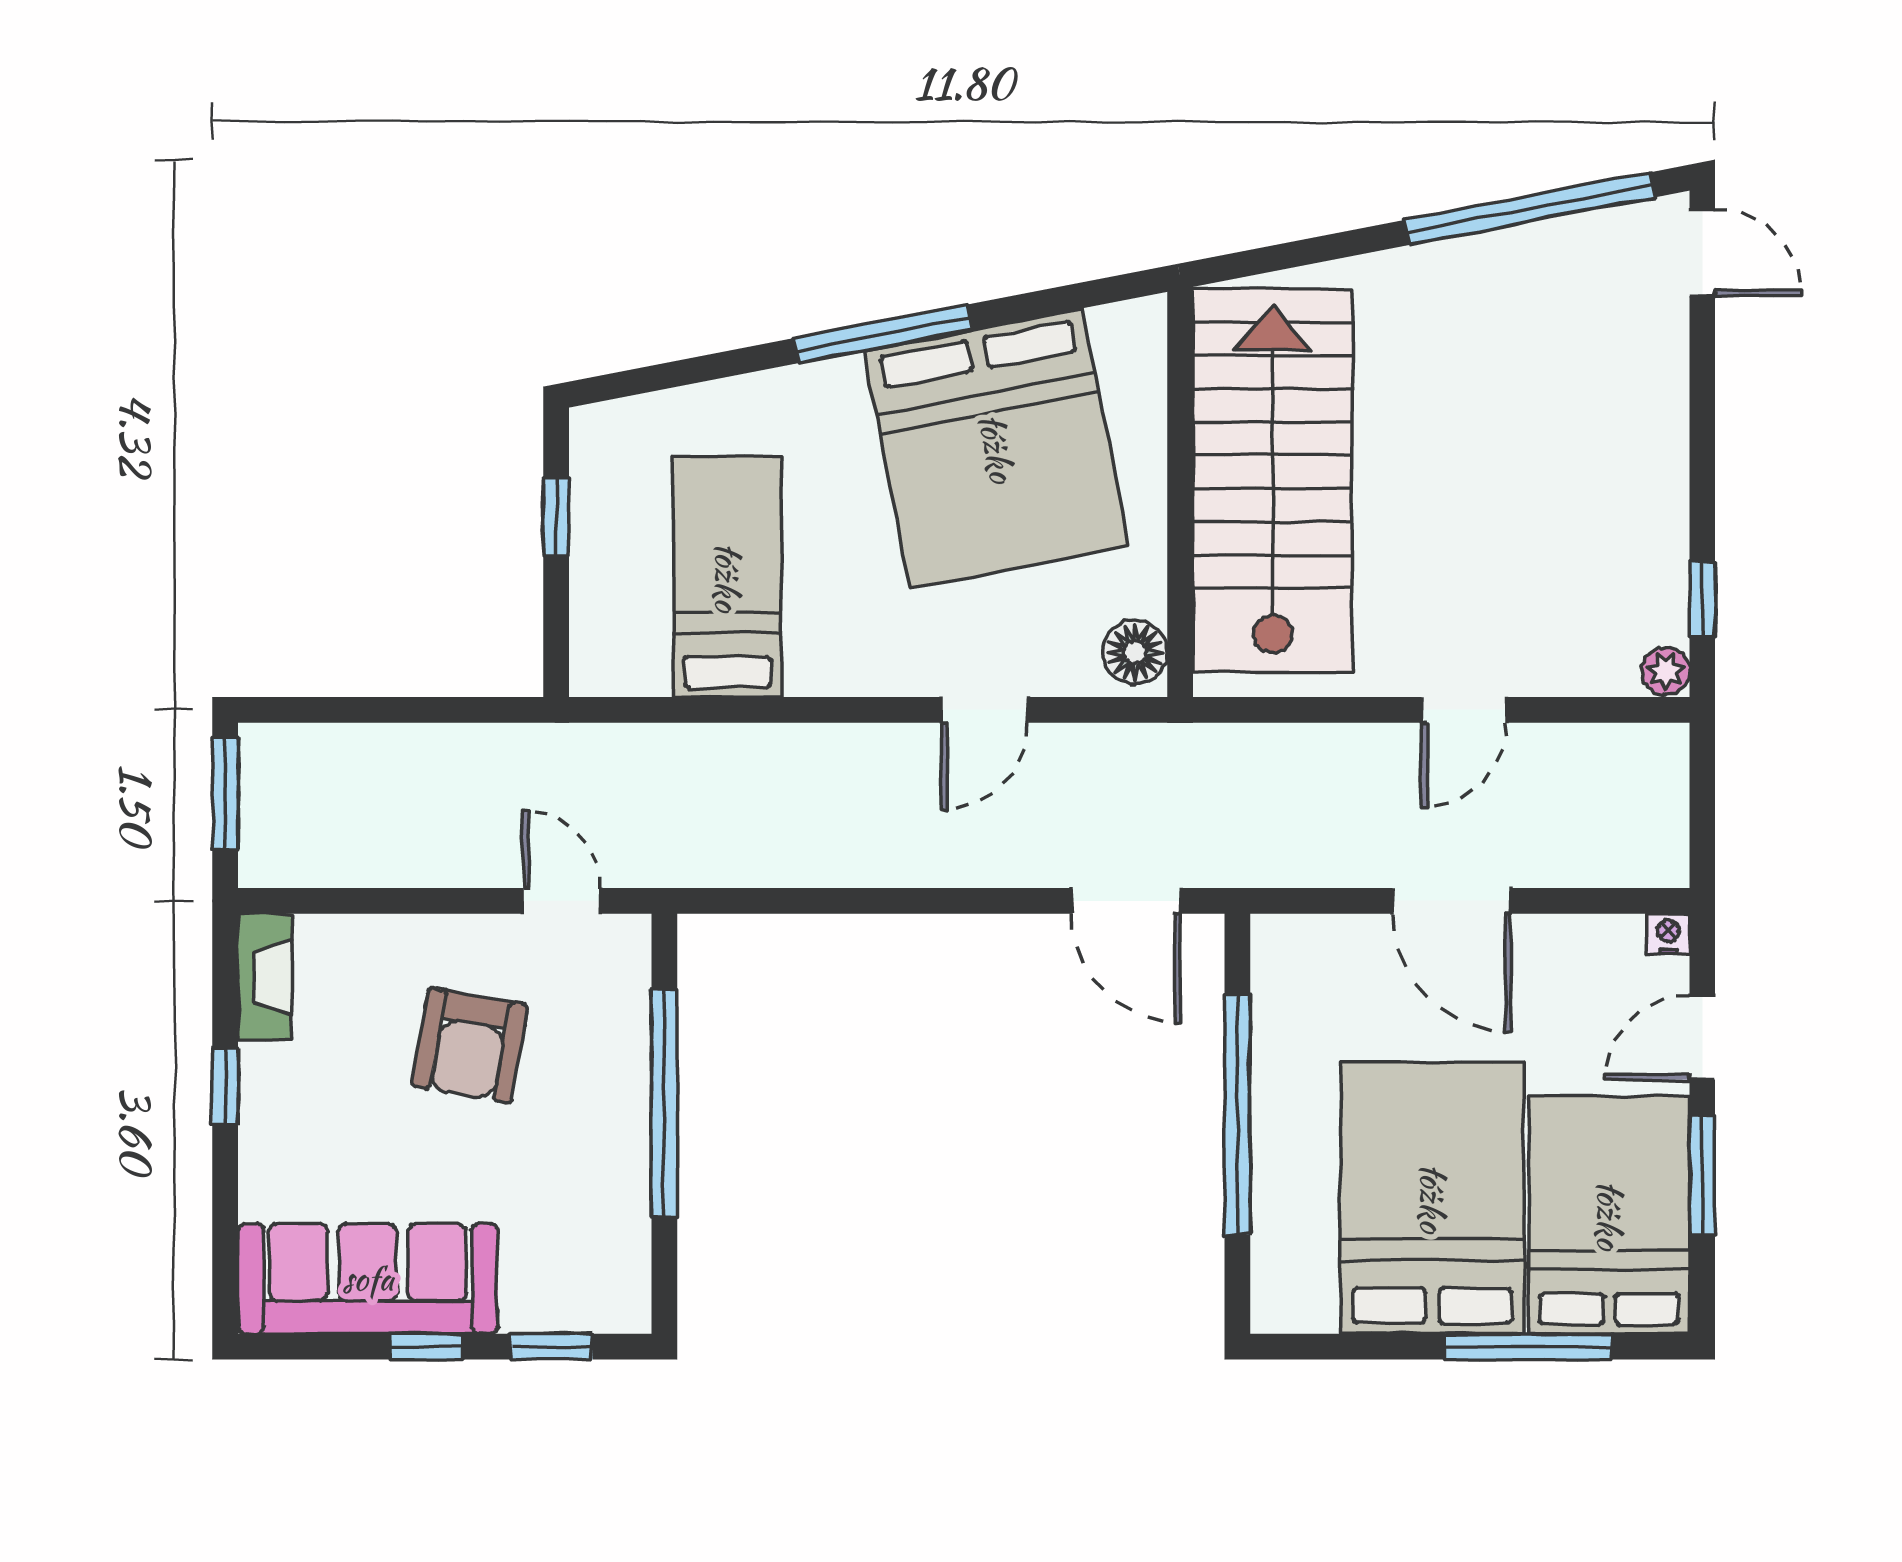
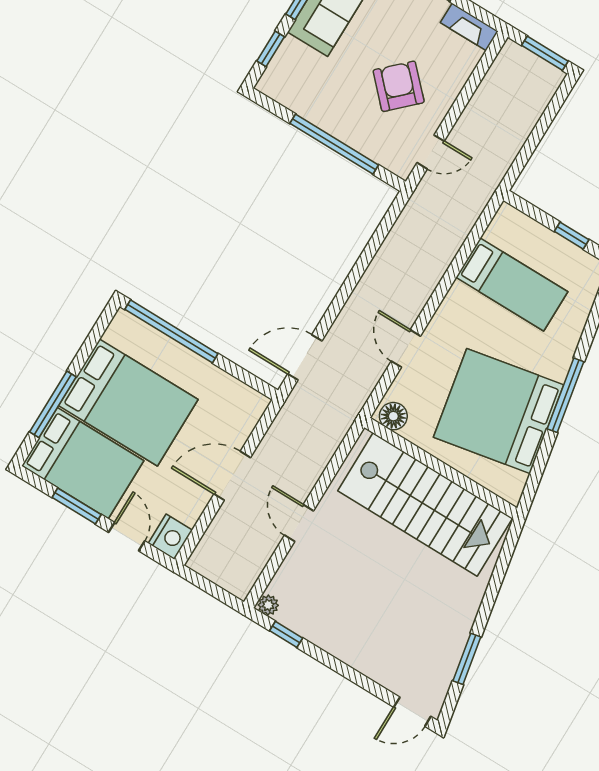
window: (1530, 209) -> (467, 659), width x0.47
nightstand: (1668, 934) -> (170, 537), width x1.89, depth x1.79
armchair: (470, 1046) -> (399, 86), turned 36
window: (1237, 1114) -> (171, 331), moved

